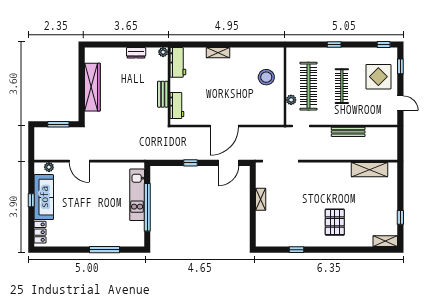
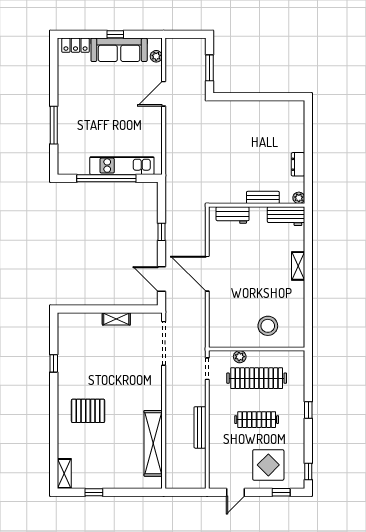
wardrobe: (92, 87) -> (255, 110), removed
bench: (163, 94) -> (263, 197), moved
shelving: (369, 170) -> (153, 443), width x1.47

